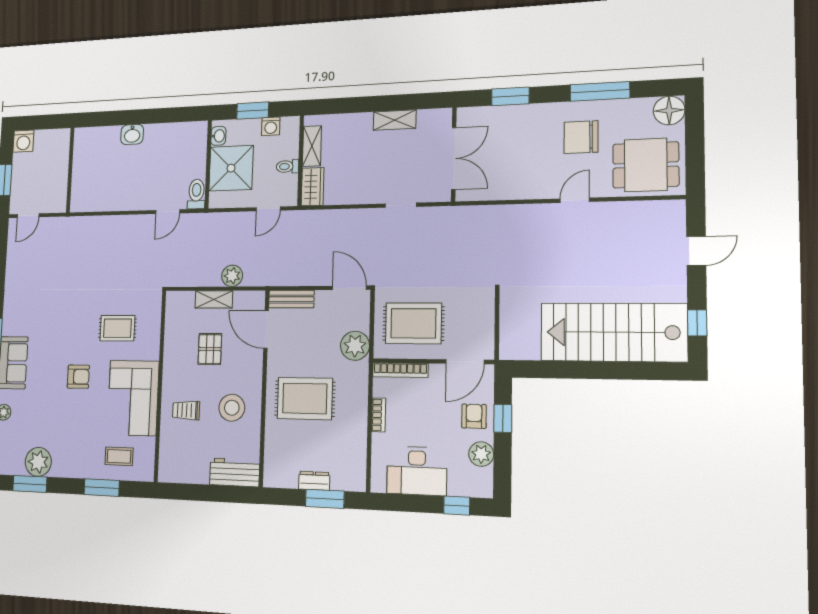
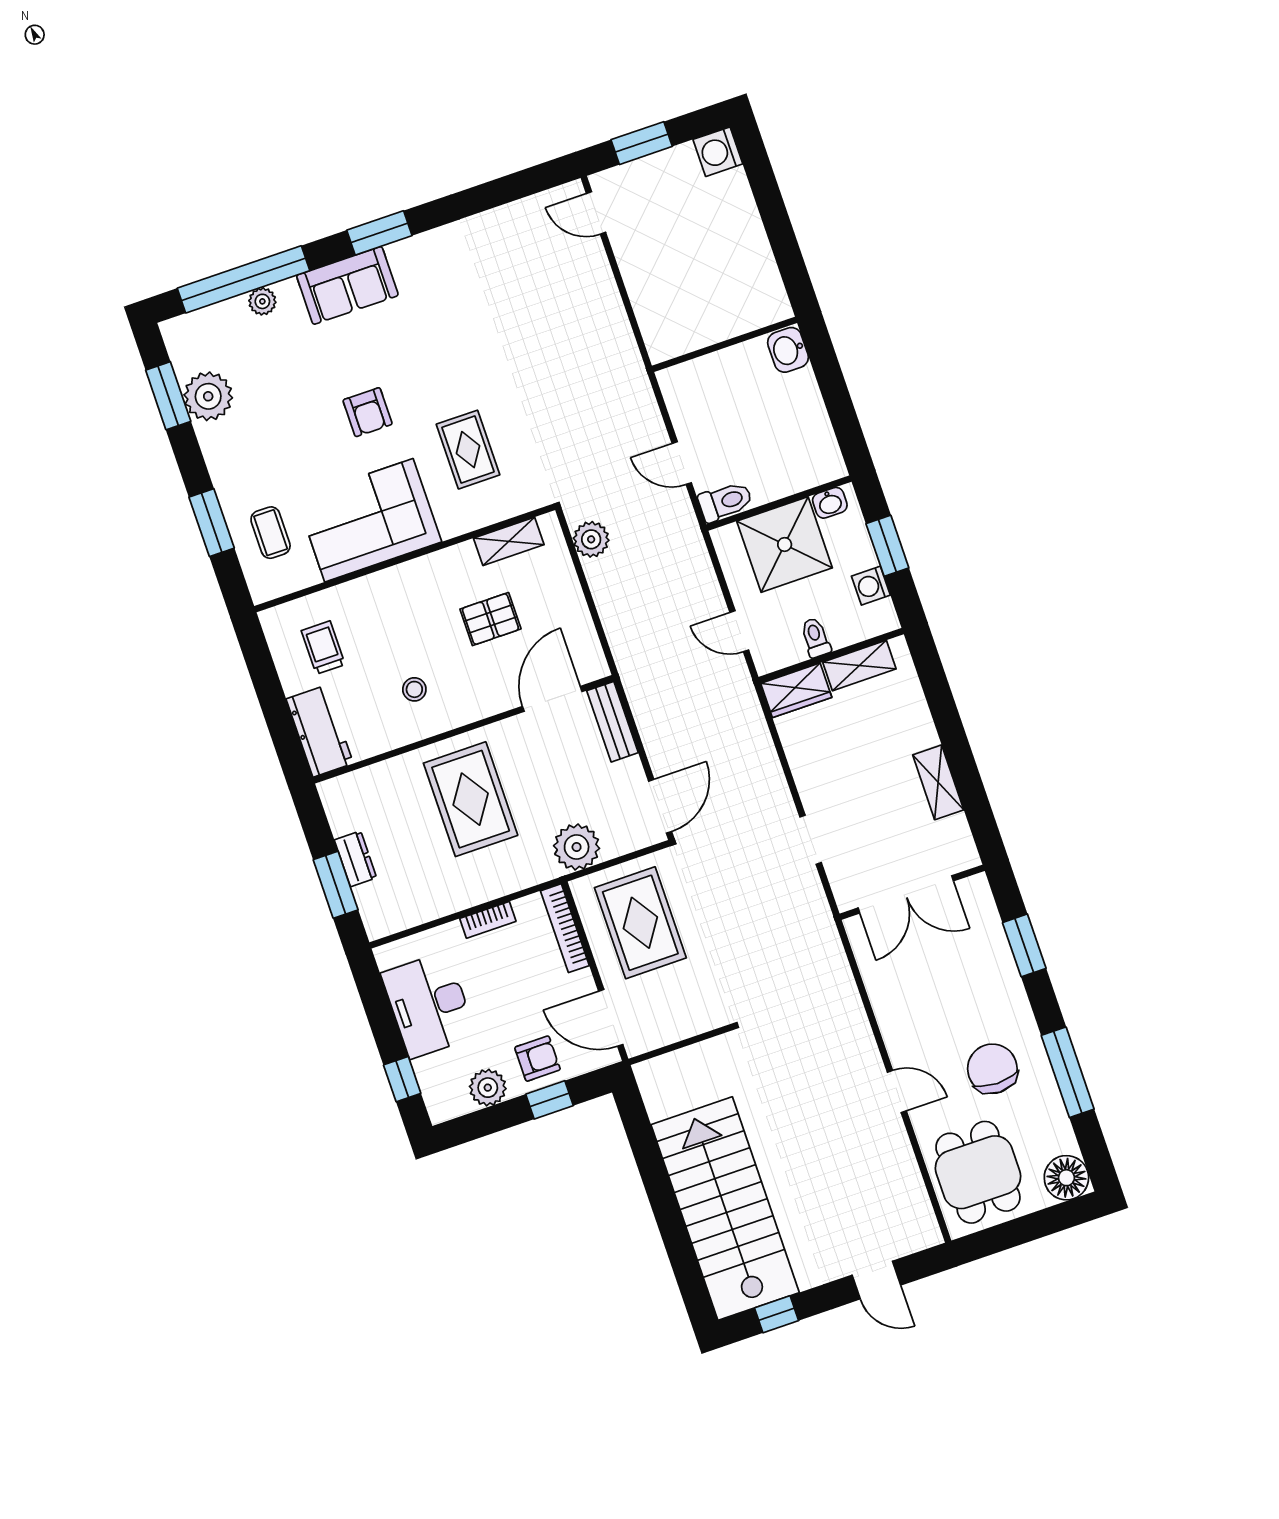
wall: (70, 170) -> (725, 344), moved
plant: (232, 276) -> (591, 539), moved
shelving: (214, 299) -> (509, 541), moved, turned 90
stool: (232, 408) -> (414, 689), width x0.53, depth x0.53
trolley: (186, 410) -> (323, 648), moved

